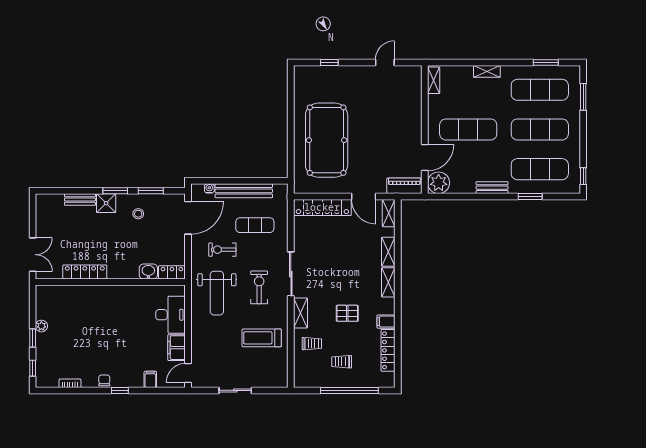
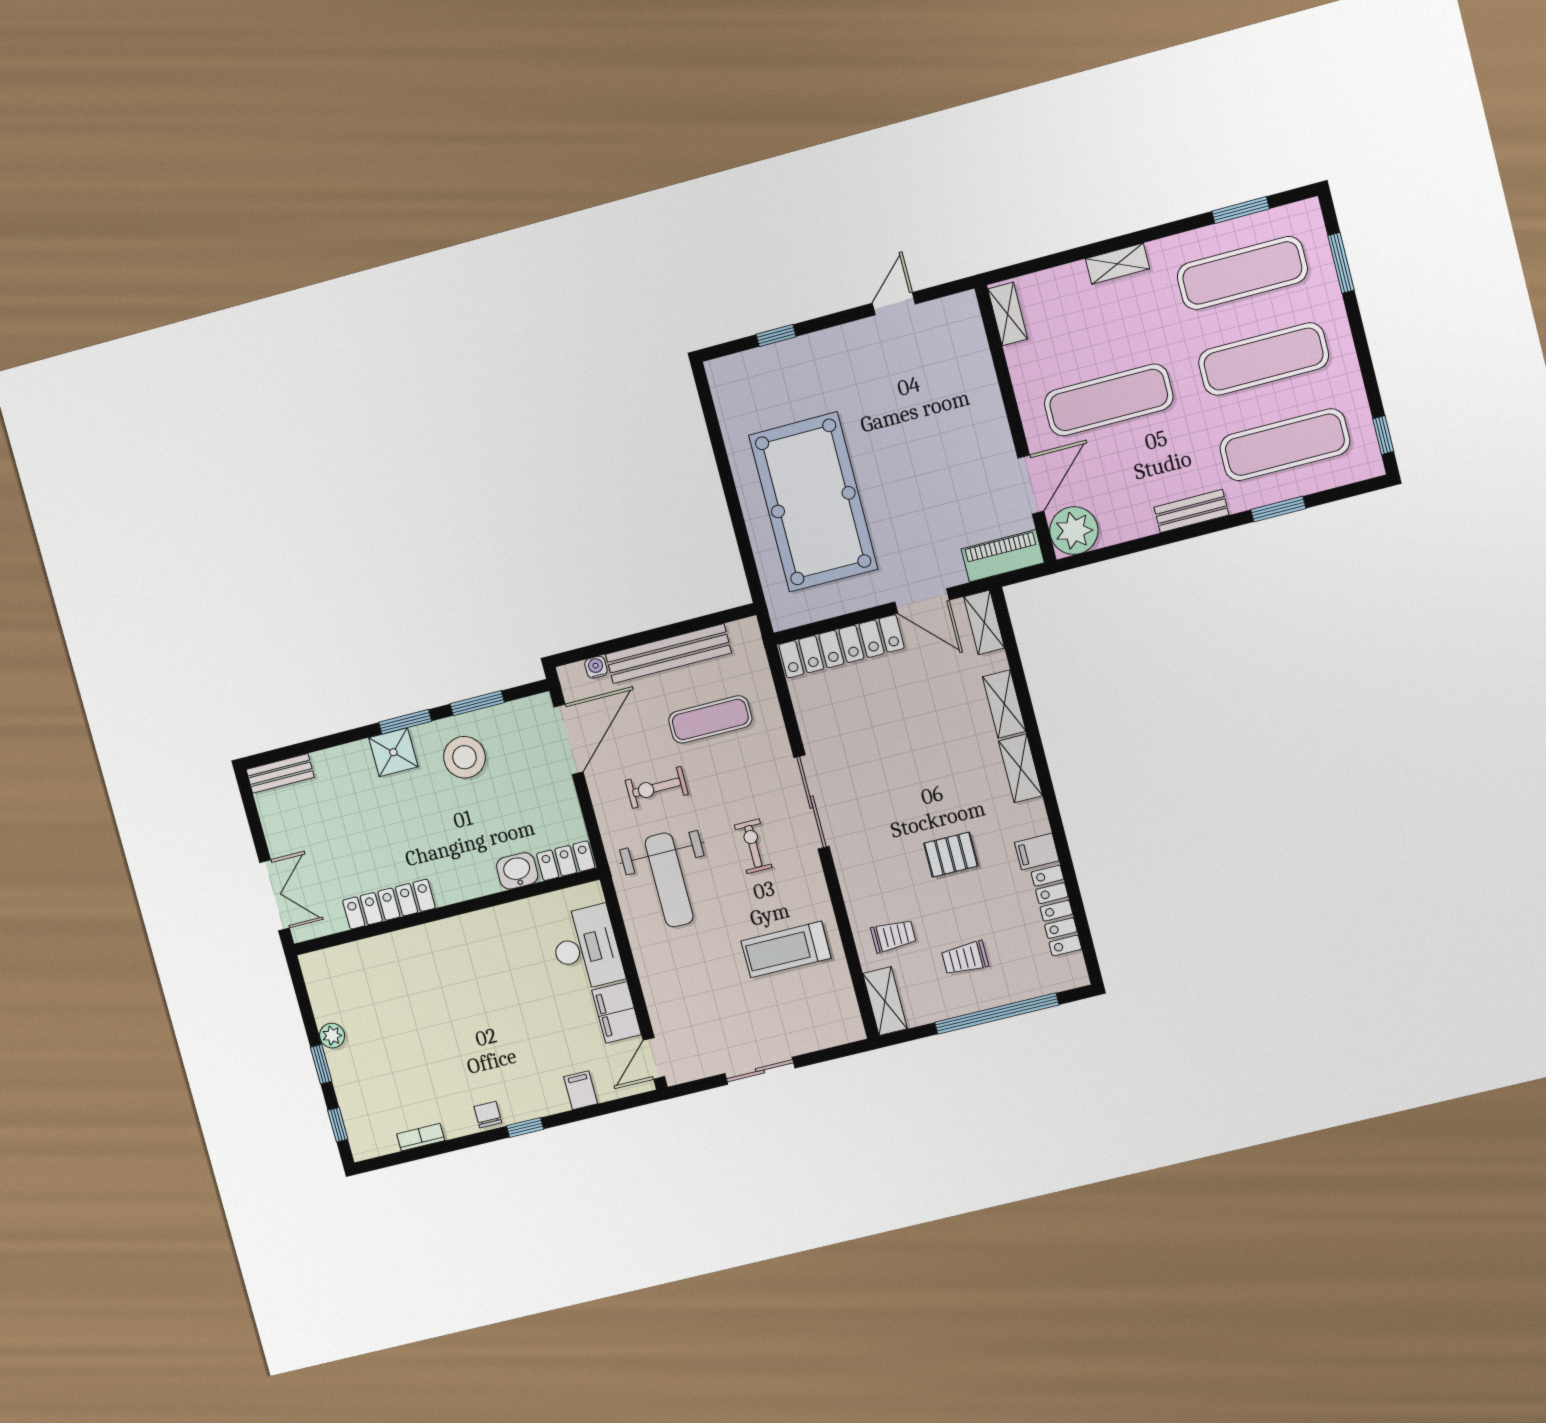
bench: (80, 200) -> (280, 773), moved
stool: (138, 214) -> (464, 757), width x1.89, depth x1.89
exercise bike: (259, 287) -> (753, 846), width x0.73, depth x0.72
shelving: (300, 313) -> (885, 1001), moved

